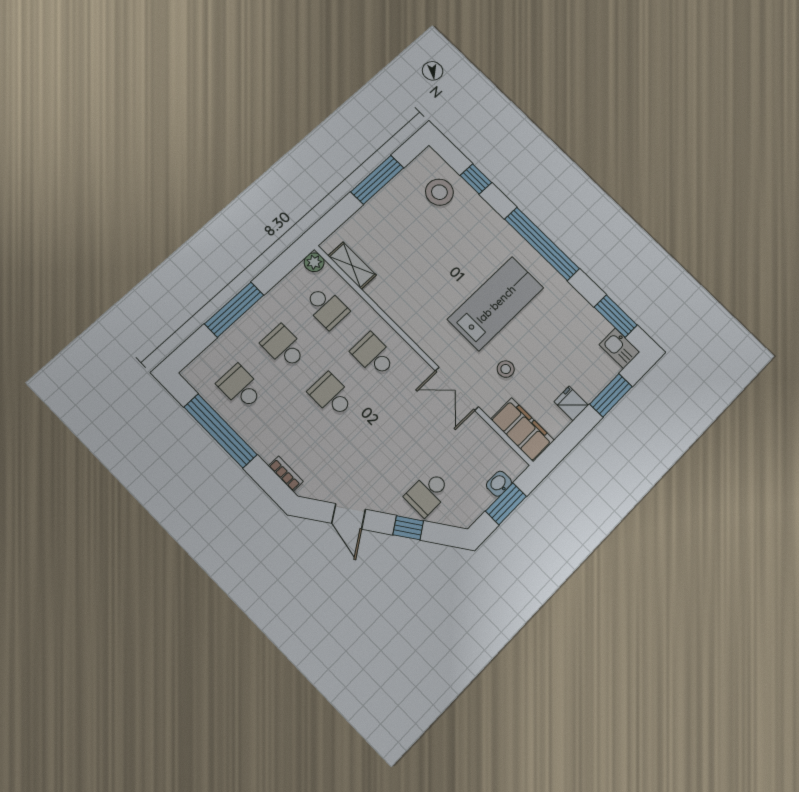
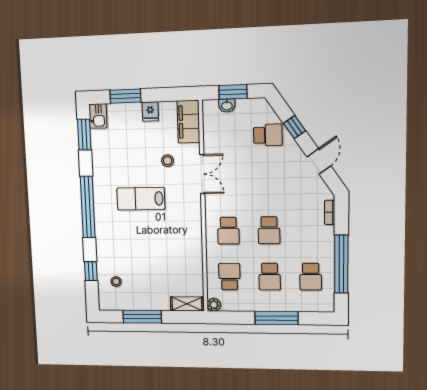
stool: (439, 192) -> (116, 282), width x0.53, depth x0.53
shelving: (352, 265) -> (187, 304), moved, turned 90
lab bench: (496, 304) -> (141, 199), width x0.73, depth x0.72

